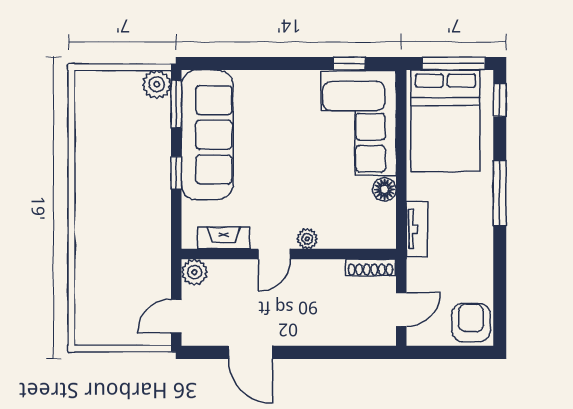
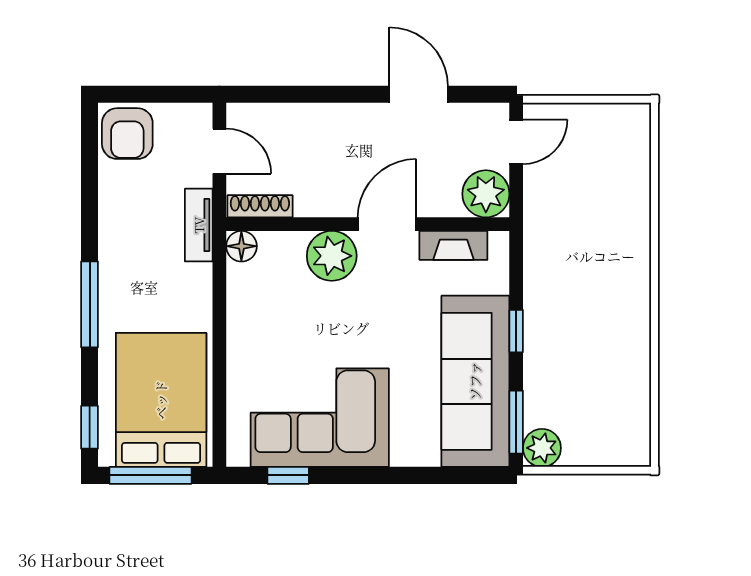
corner sofa: (359, 123) -> (320, 418), moved, turned -90
floor lamp: (385, 189) -> (241, 246), moved
tv unit: (417, 229) -> (199, 225), moved
plant: (307, 239) -> (332, 256), width x1.88, depth x1.88
door: (274, 254) -> (387, 224), width x1.37
plant: (194, 272) -> (486, 194), width x1.36, depth x1.36
door: (401, 309) -> (219, 151), swing flipped

